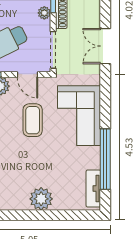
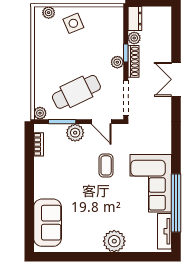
double door: (105, 46) -> (176, 79), moved
corner sofa: (79, 116) -> (151, 183), moved
coffee table: (33, 120) -> (106, 165), width x0.73, depth x0.77

